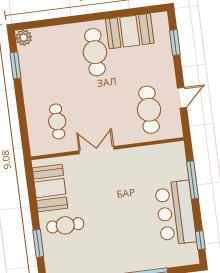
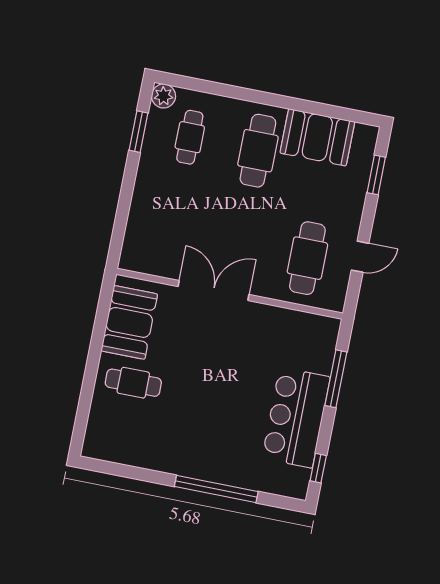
cafe table: (57, 121) -> (190, 137), moved
double door: (96, 150) -> (214, 290), width x1.37
window: (38, 243) -> (86, 395), removed

